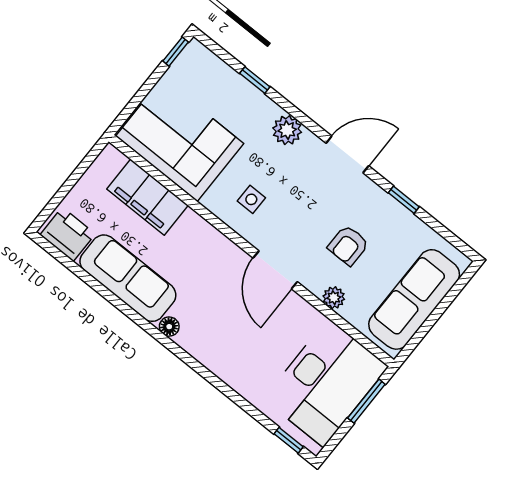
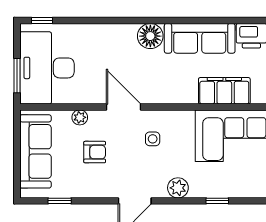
side table: (251, 199) -> (153, 139), moved
window: (404, 200) -> (60, 201), moved
armchair: (348, 245) -> (95, 152), turned 90
floor lamp: (169, 327) -> (150, 36), width x1.89, depth x1.89

